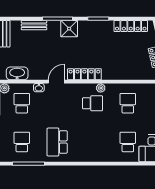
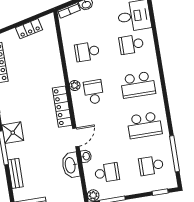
washbasin: (17, 73) -> (71, 165), moved
door: (56, 82) -> (76, 137), swing flipped
school desk: (22, 103) -> (107, 173), turned 180
school desk: (92, 142) -> (138, 85), added

